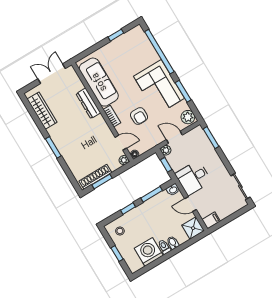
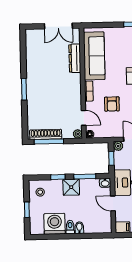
double door: (52, 74) -> (58, 26), swing flipped
dresser: (88, 103) -> (75, 58), moved
wardrobe: (42, 111) -> (32, 53), removed
window: (102, 181) -> (49, 142), width x1.44
shower: (193, 228) -> (71, 187), moved

